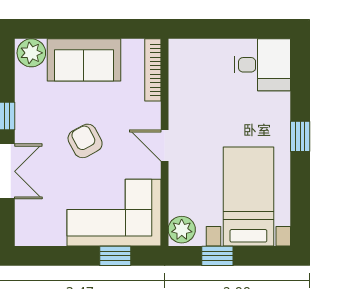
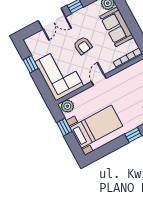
armchair: (85, 141) -> (83, 46), turned 110
window: (115, 256) -> (31, 64), moved

